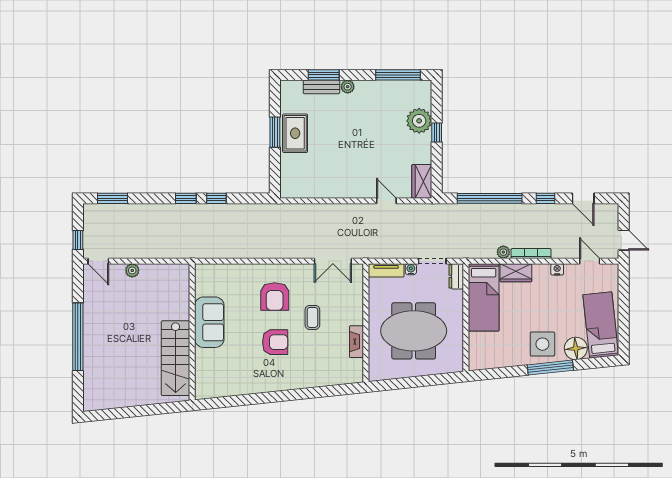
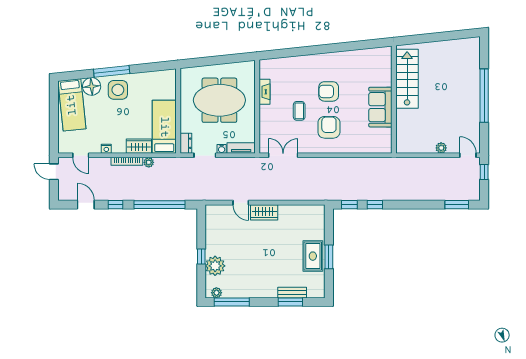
plant: (348, 87) -> (216, 293), moved
wardrobe: (422, 181) -> (264, 212), moved, turned 90
window: (186, 198) -> (349, 205), moved

